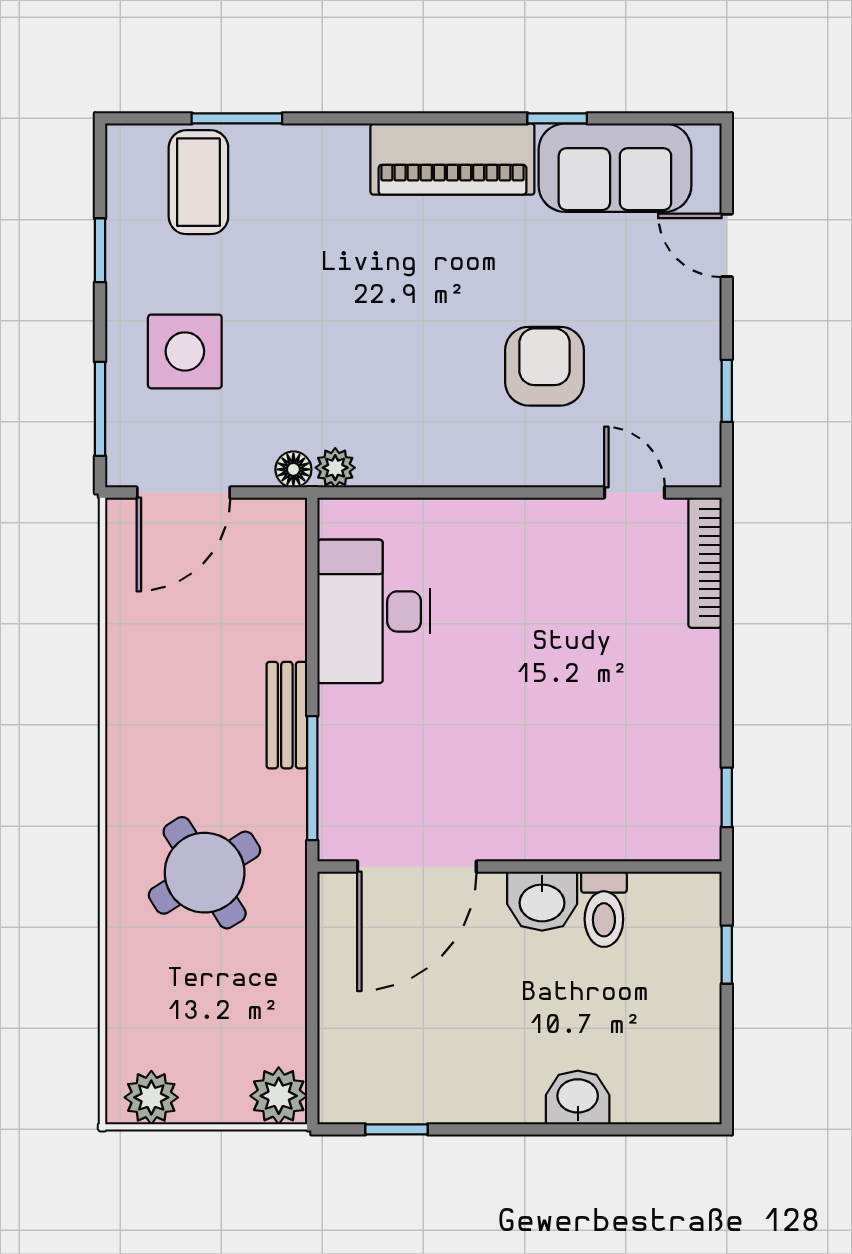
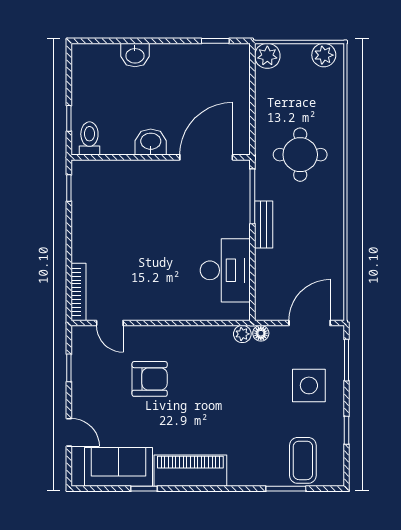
armchair: (545, 366) -> (150, 379), turned -90
round table: (205, 873) -> (300, 155), turned 32
toilet: (604, 909) -> (89, 138), moved

